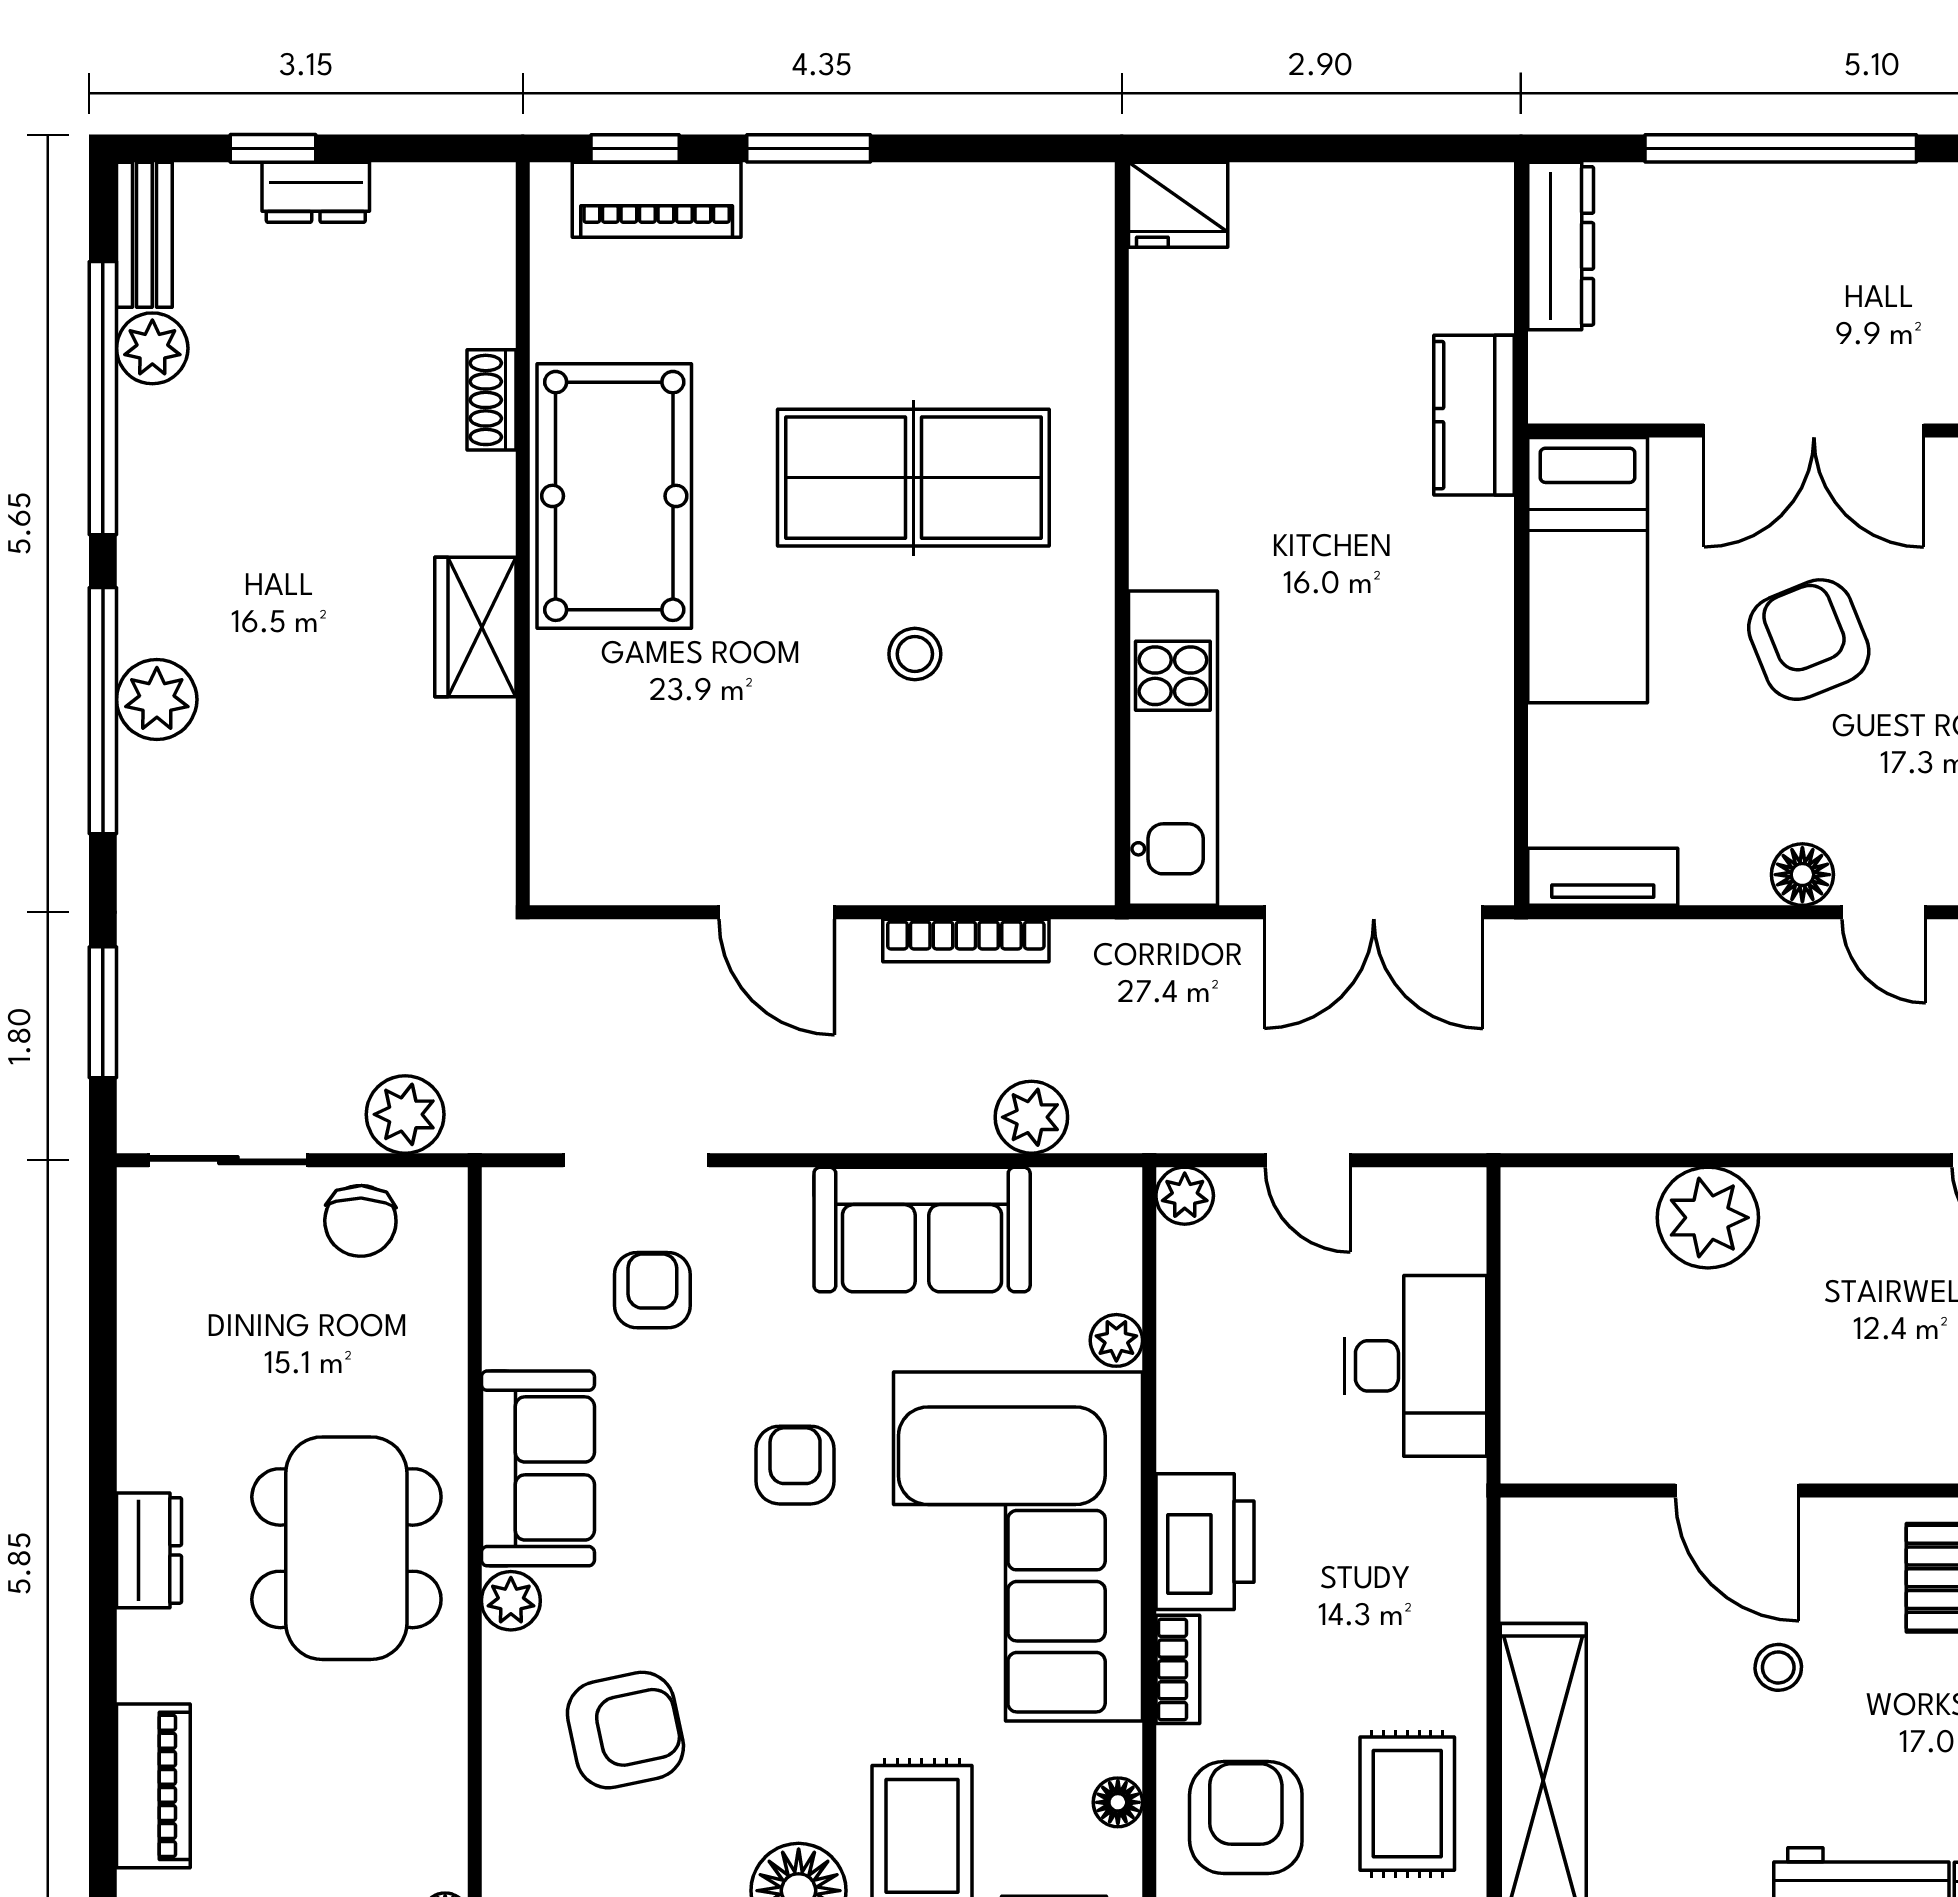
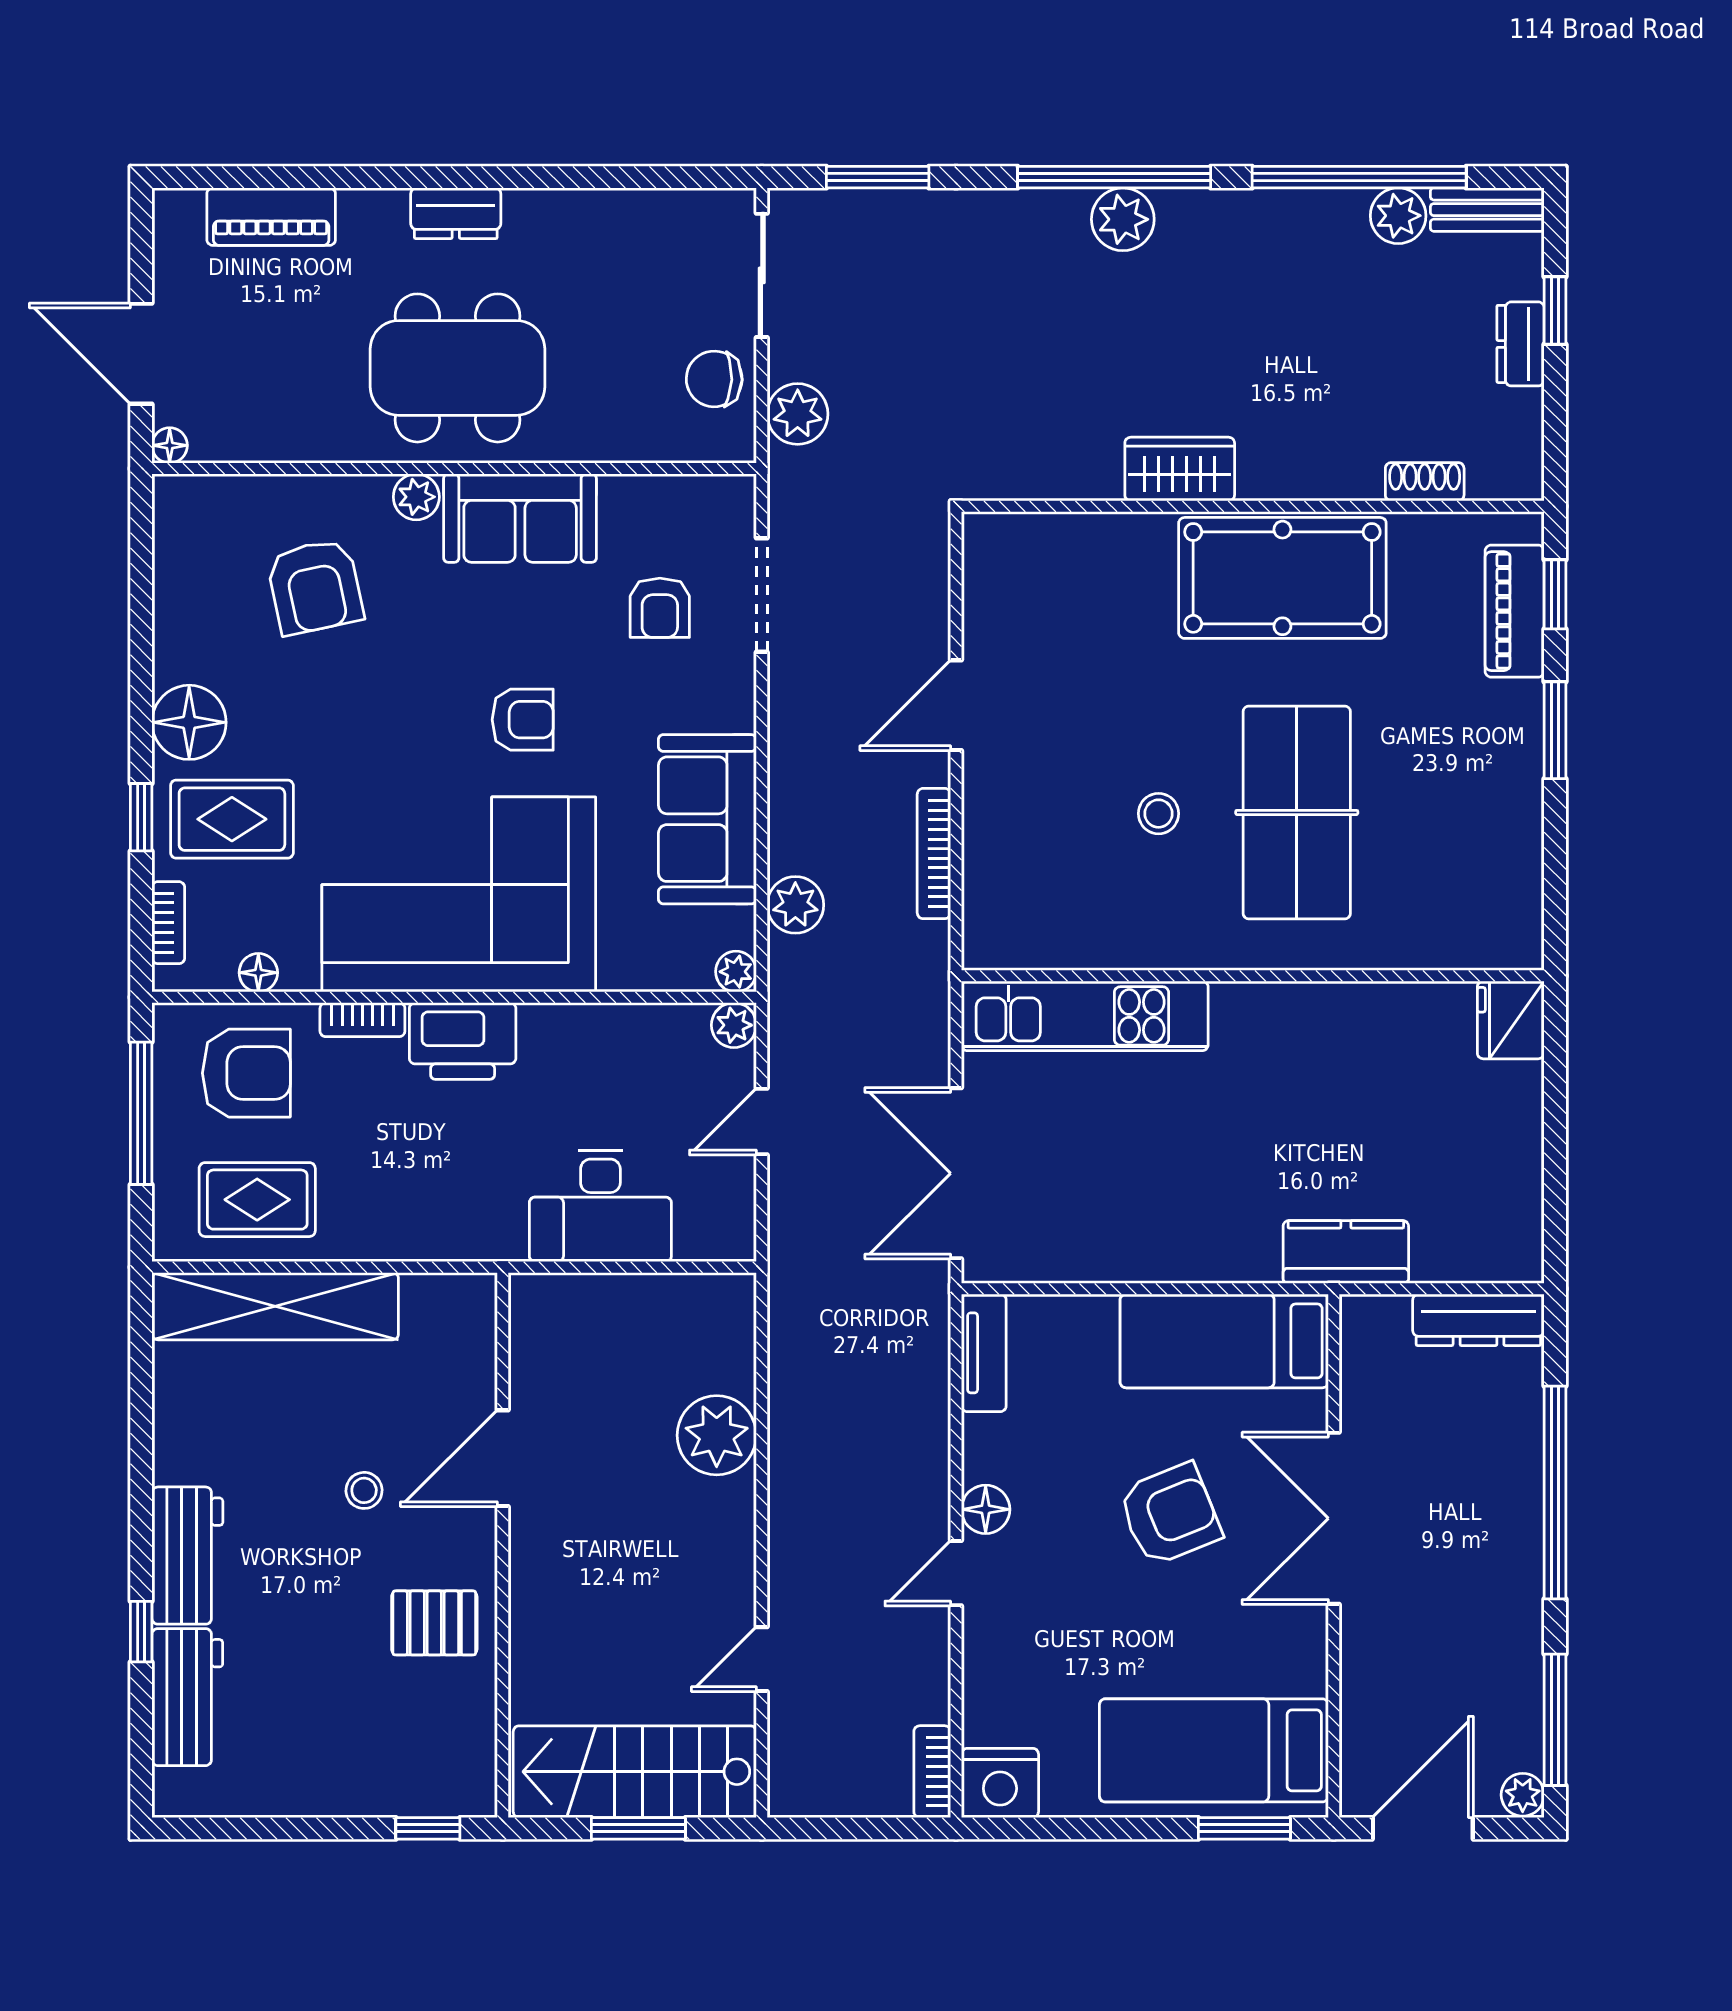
shoe rack: (492, 400) -> (1425, 482), moved
armchair: (652, 1290) -> (660, 608), turned 90
plant: (1116, 1340) -> (736, 972), moved

